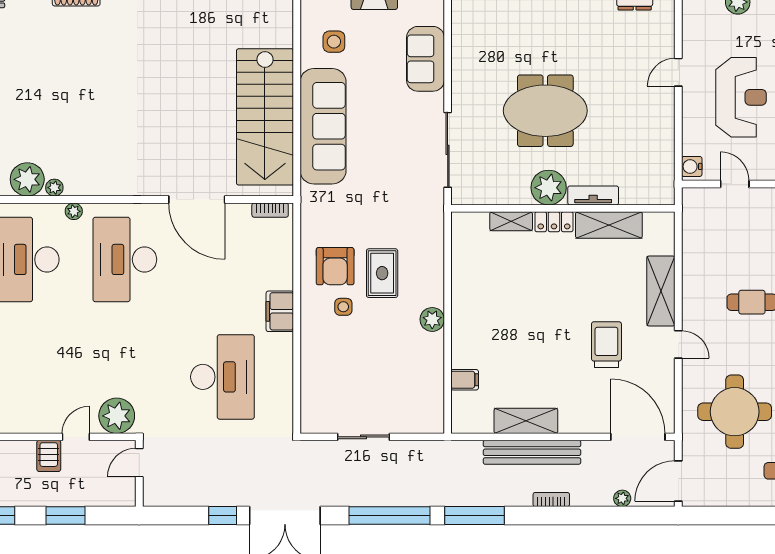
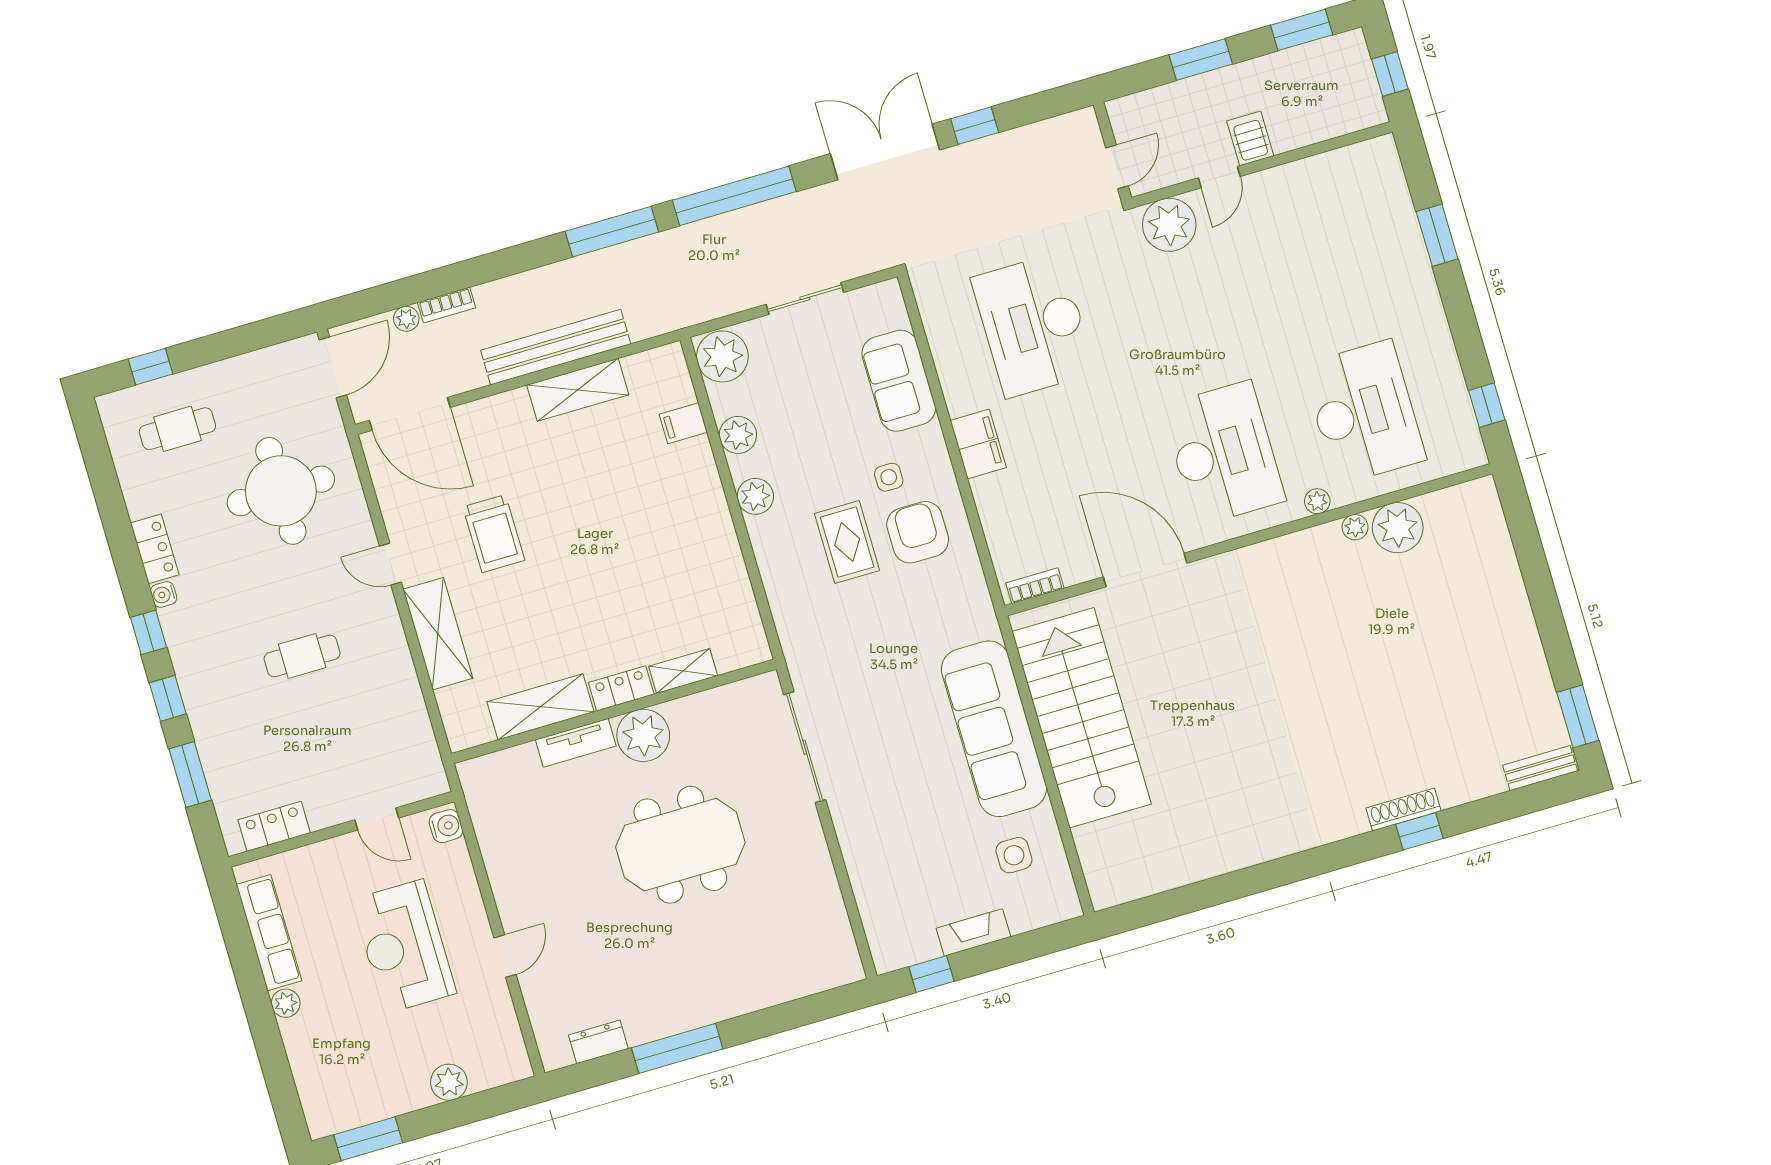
sofa: (425, 59) -> (899, 381), moved, turned 180
plant: (432, 362) -> (738, 435), added
plant: (427, 415) -> (722, 356), added
bookcase: (551, 499) -> (447, 305), moved

